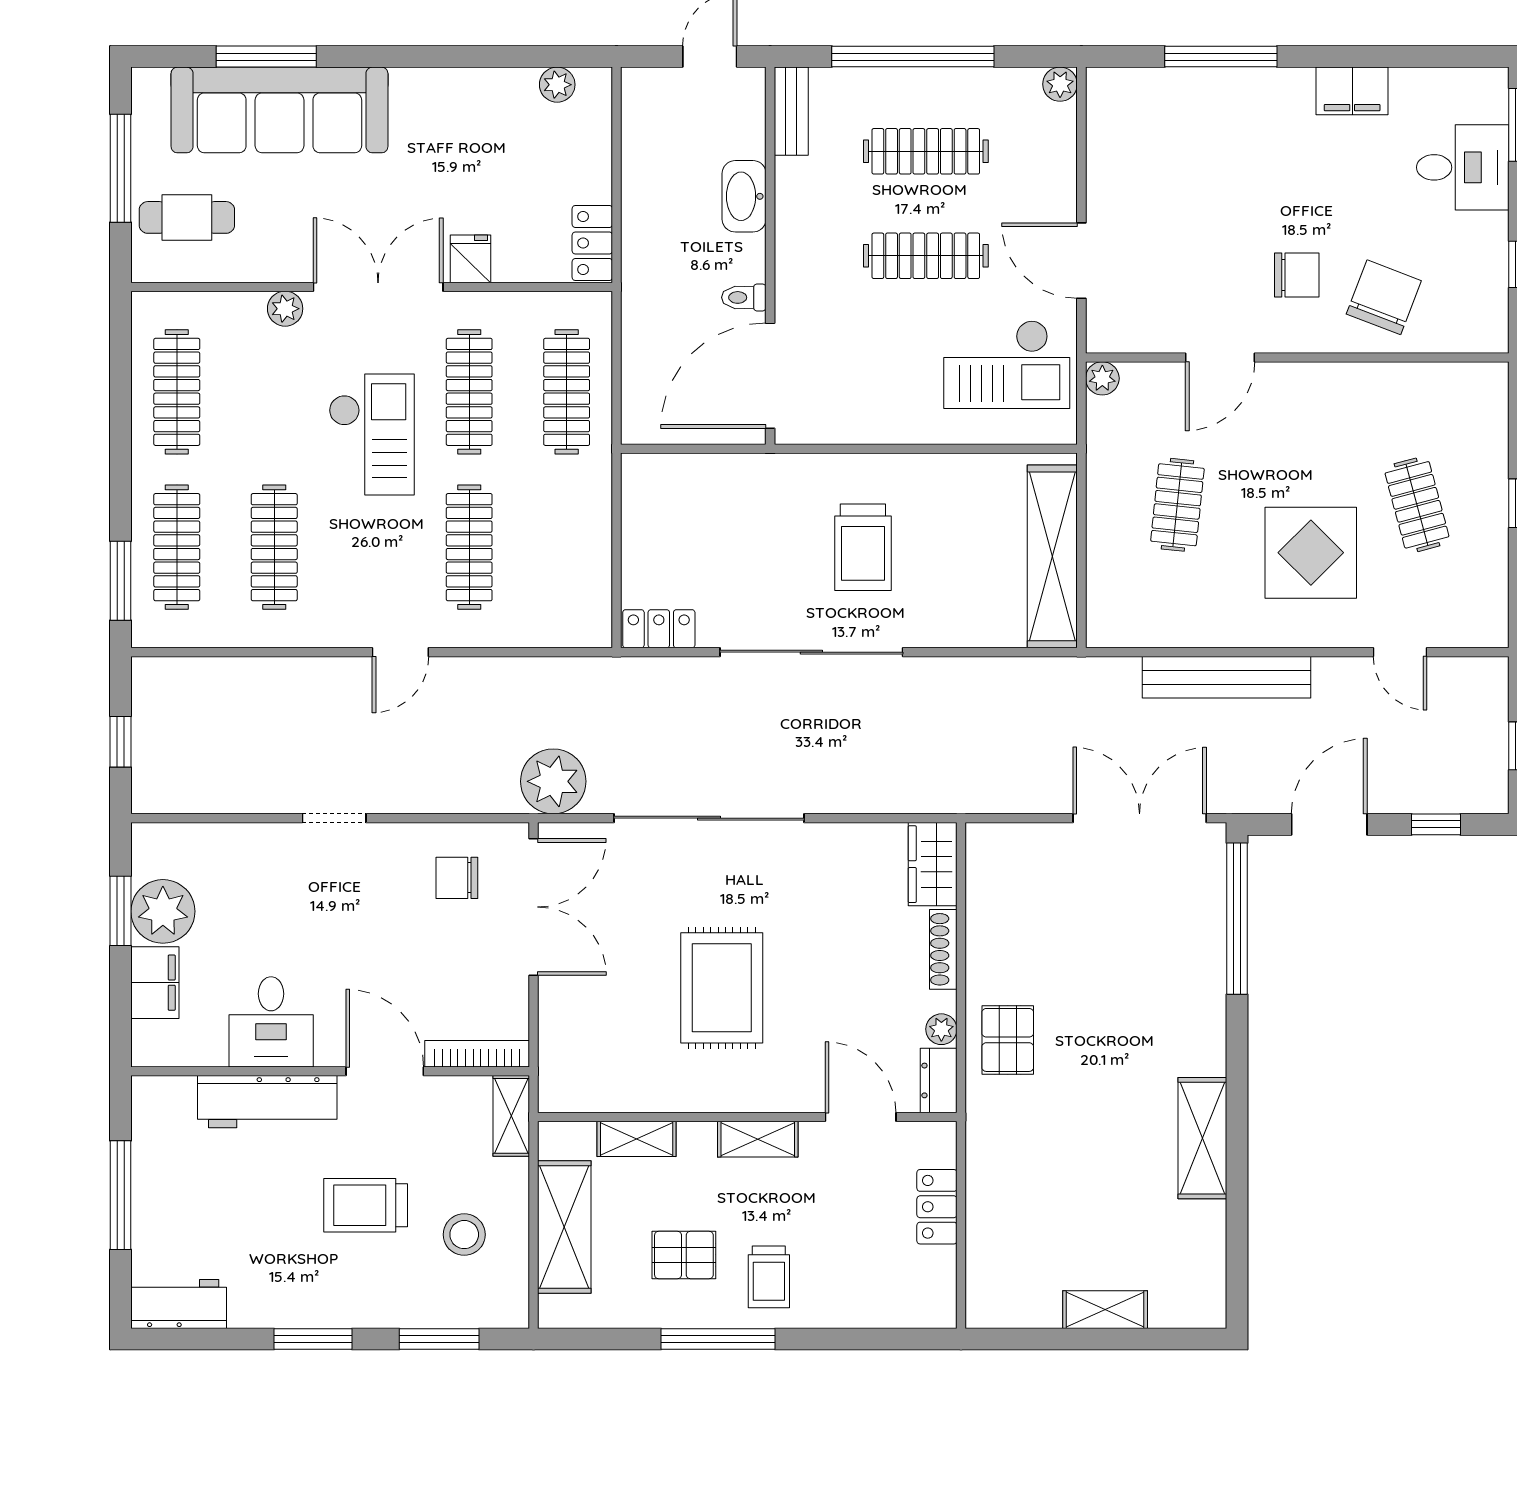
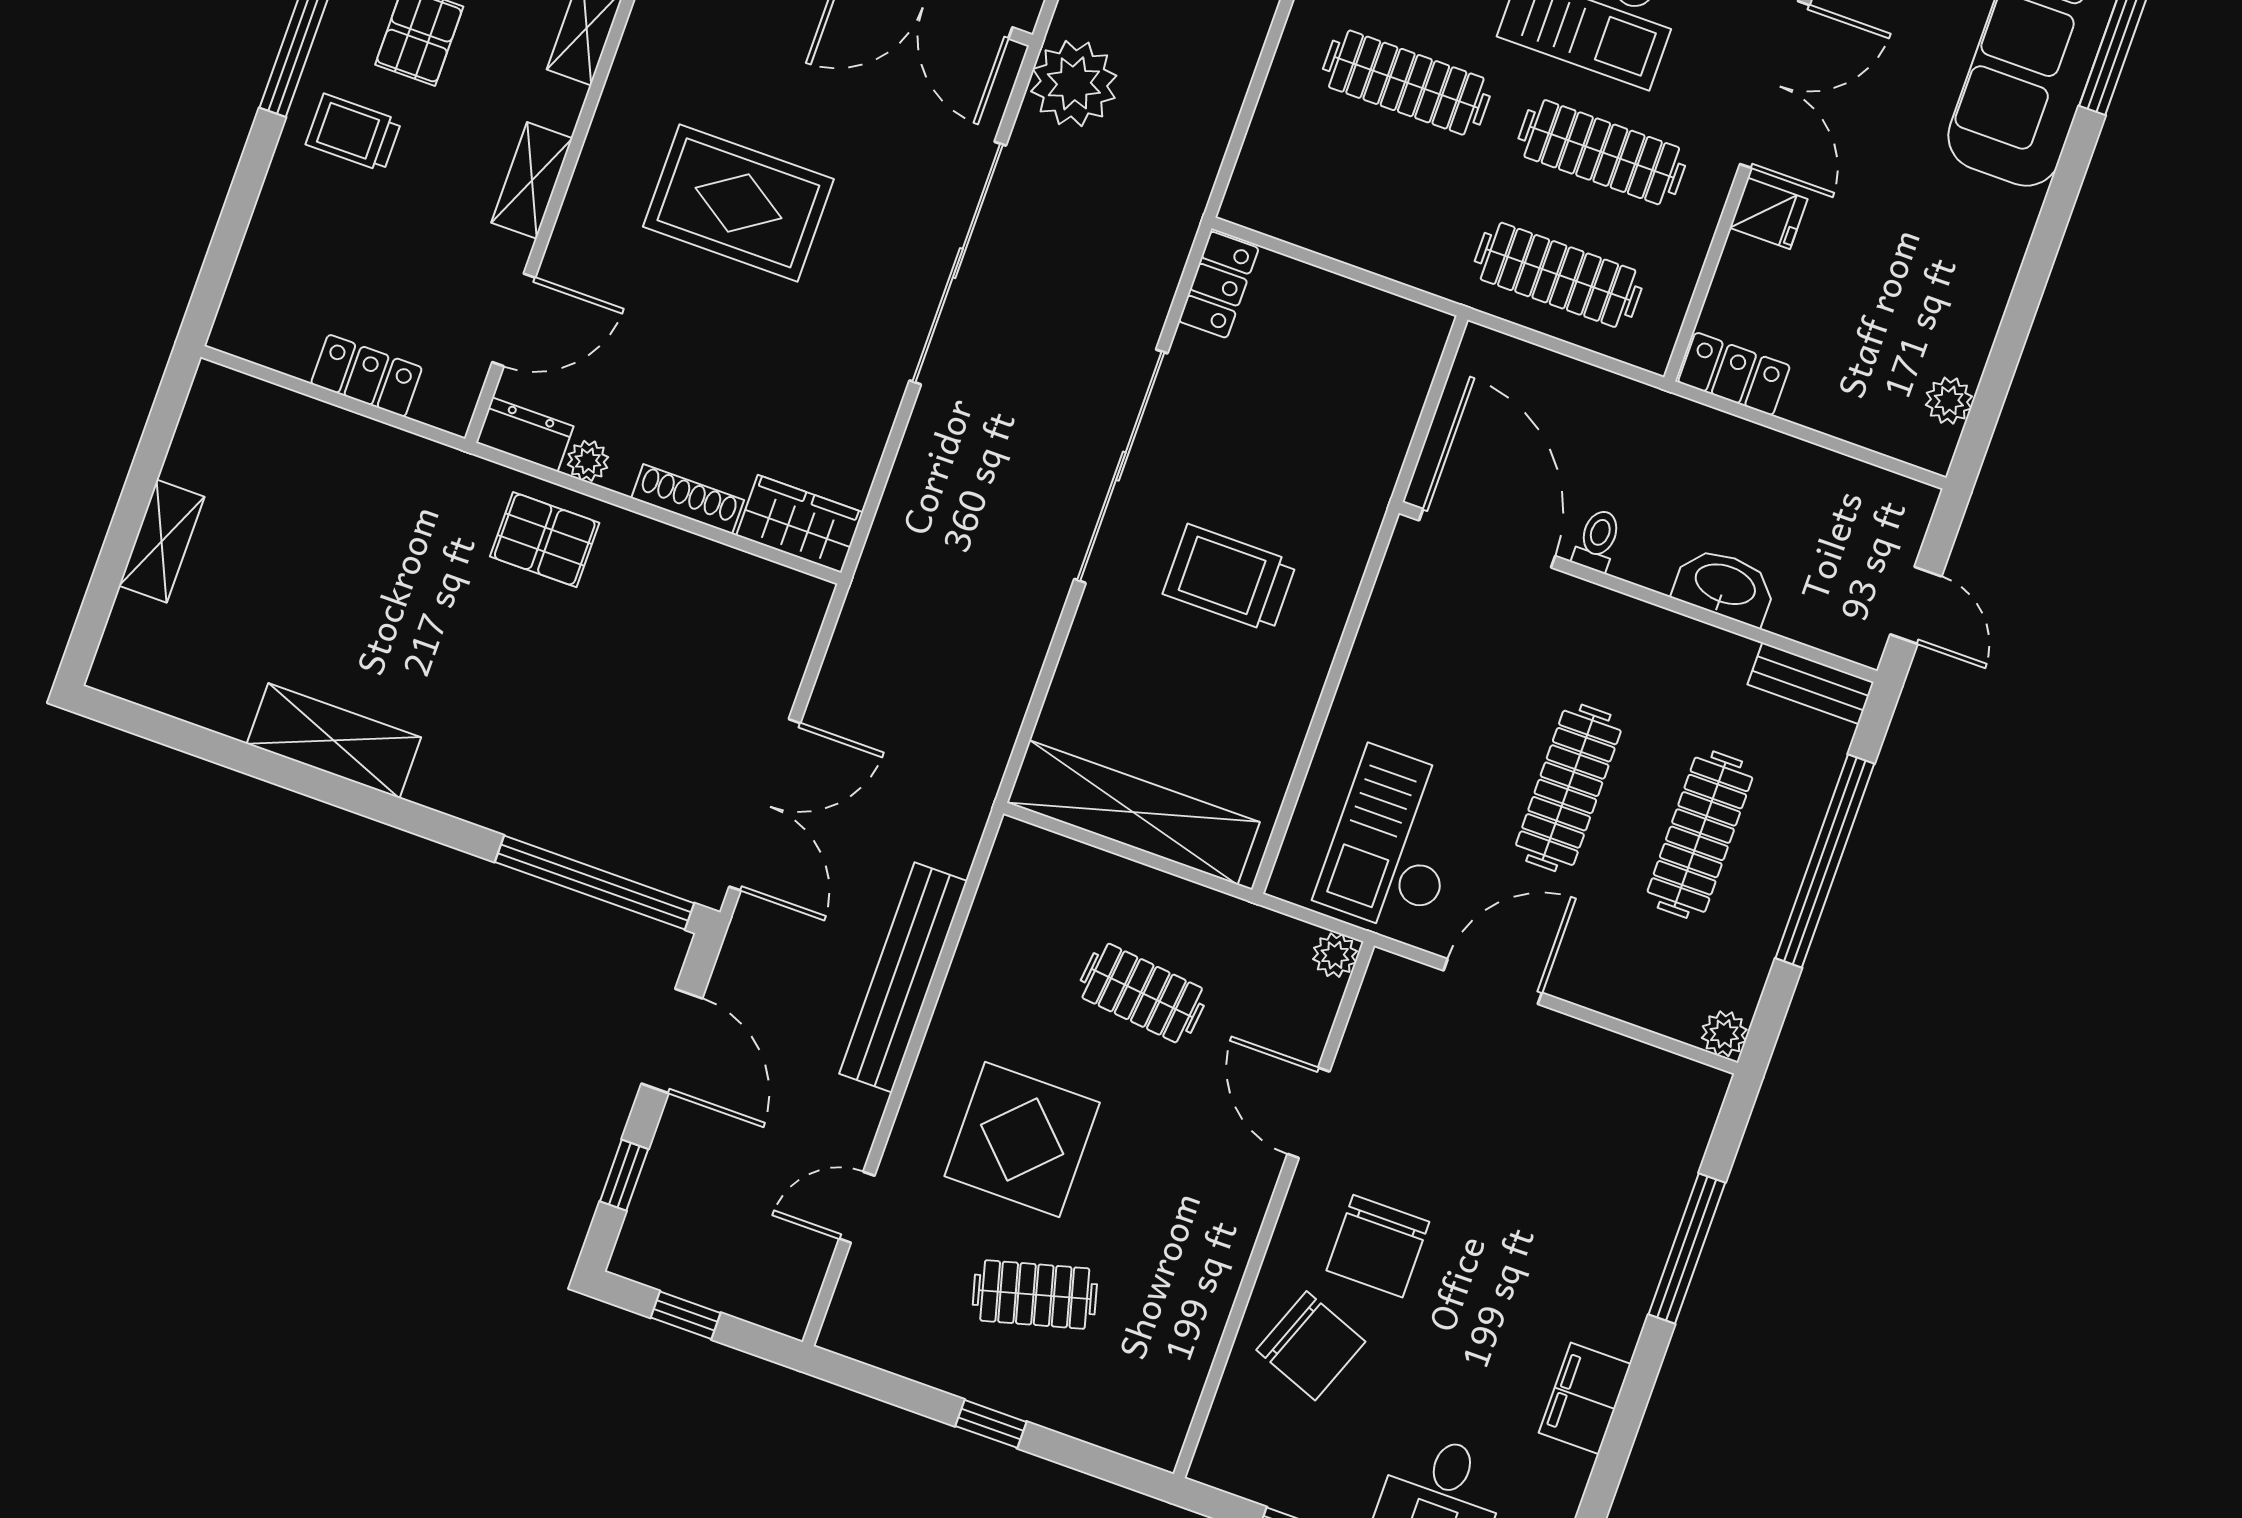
chair: (1297, 275) -> (1378, 1246), width x1.37, depth x1.37

